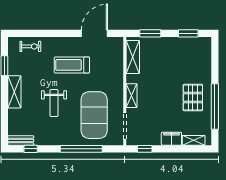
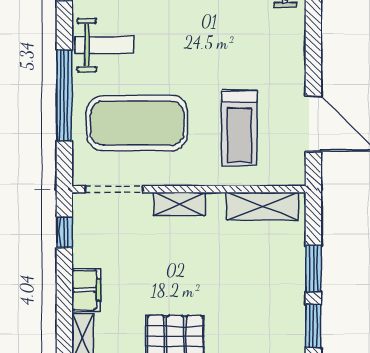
window: (150, 33) -> (313, 269), moved
treadmill: (72, 65) -> (239, 128), moved, turned 180
weight bench: (54, 103) -> (104, 45), moved, turned 180

